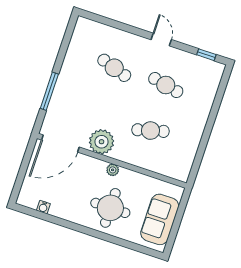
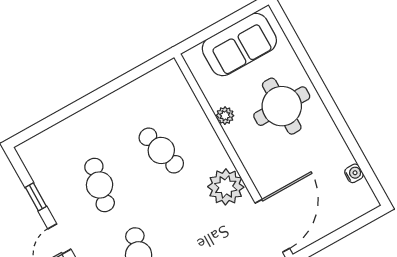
window: (206, 55) -> (36, 197), moved
door: (60, 144) -> (272, 226), hinge flipped
plant: (113, 170) -> (225, 116), moved

